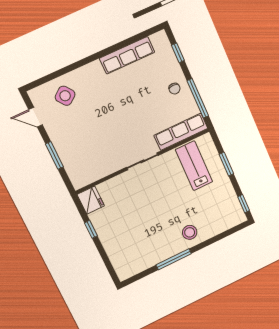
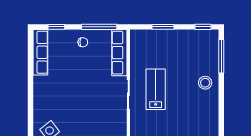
row of seats: (127, 55) -> (40, 52), moved
lab bench: (194, 166) -> (156, 89), moved, turned 90
window: (174, 259) -> (221, 56), moved

